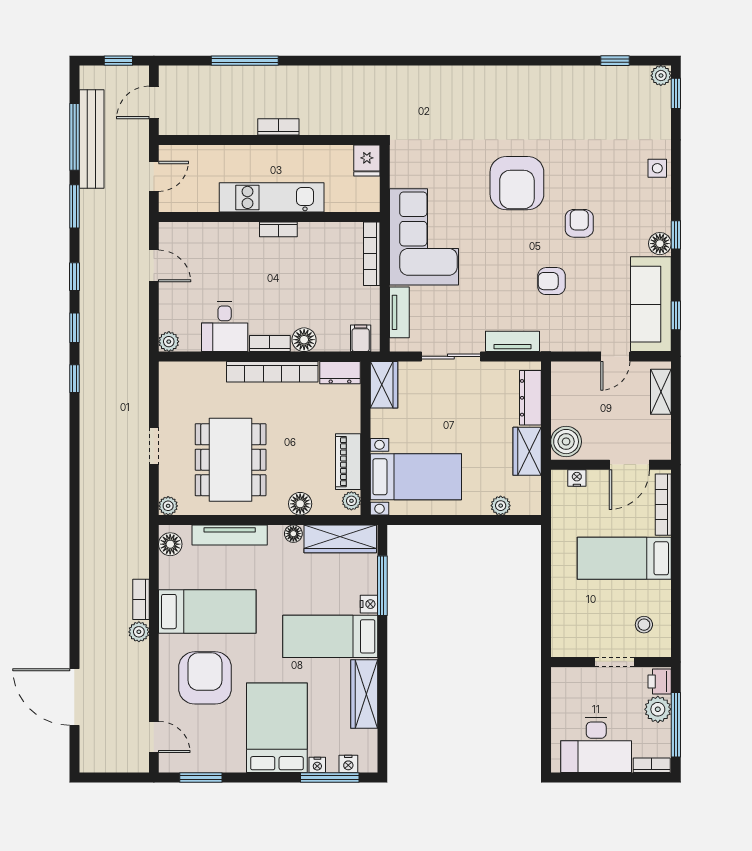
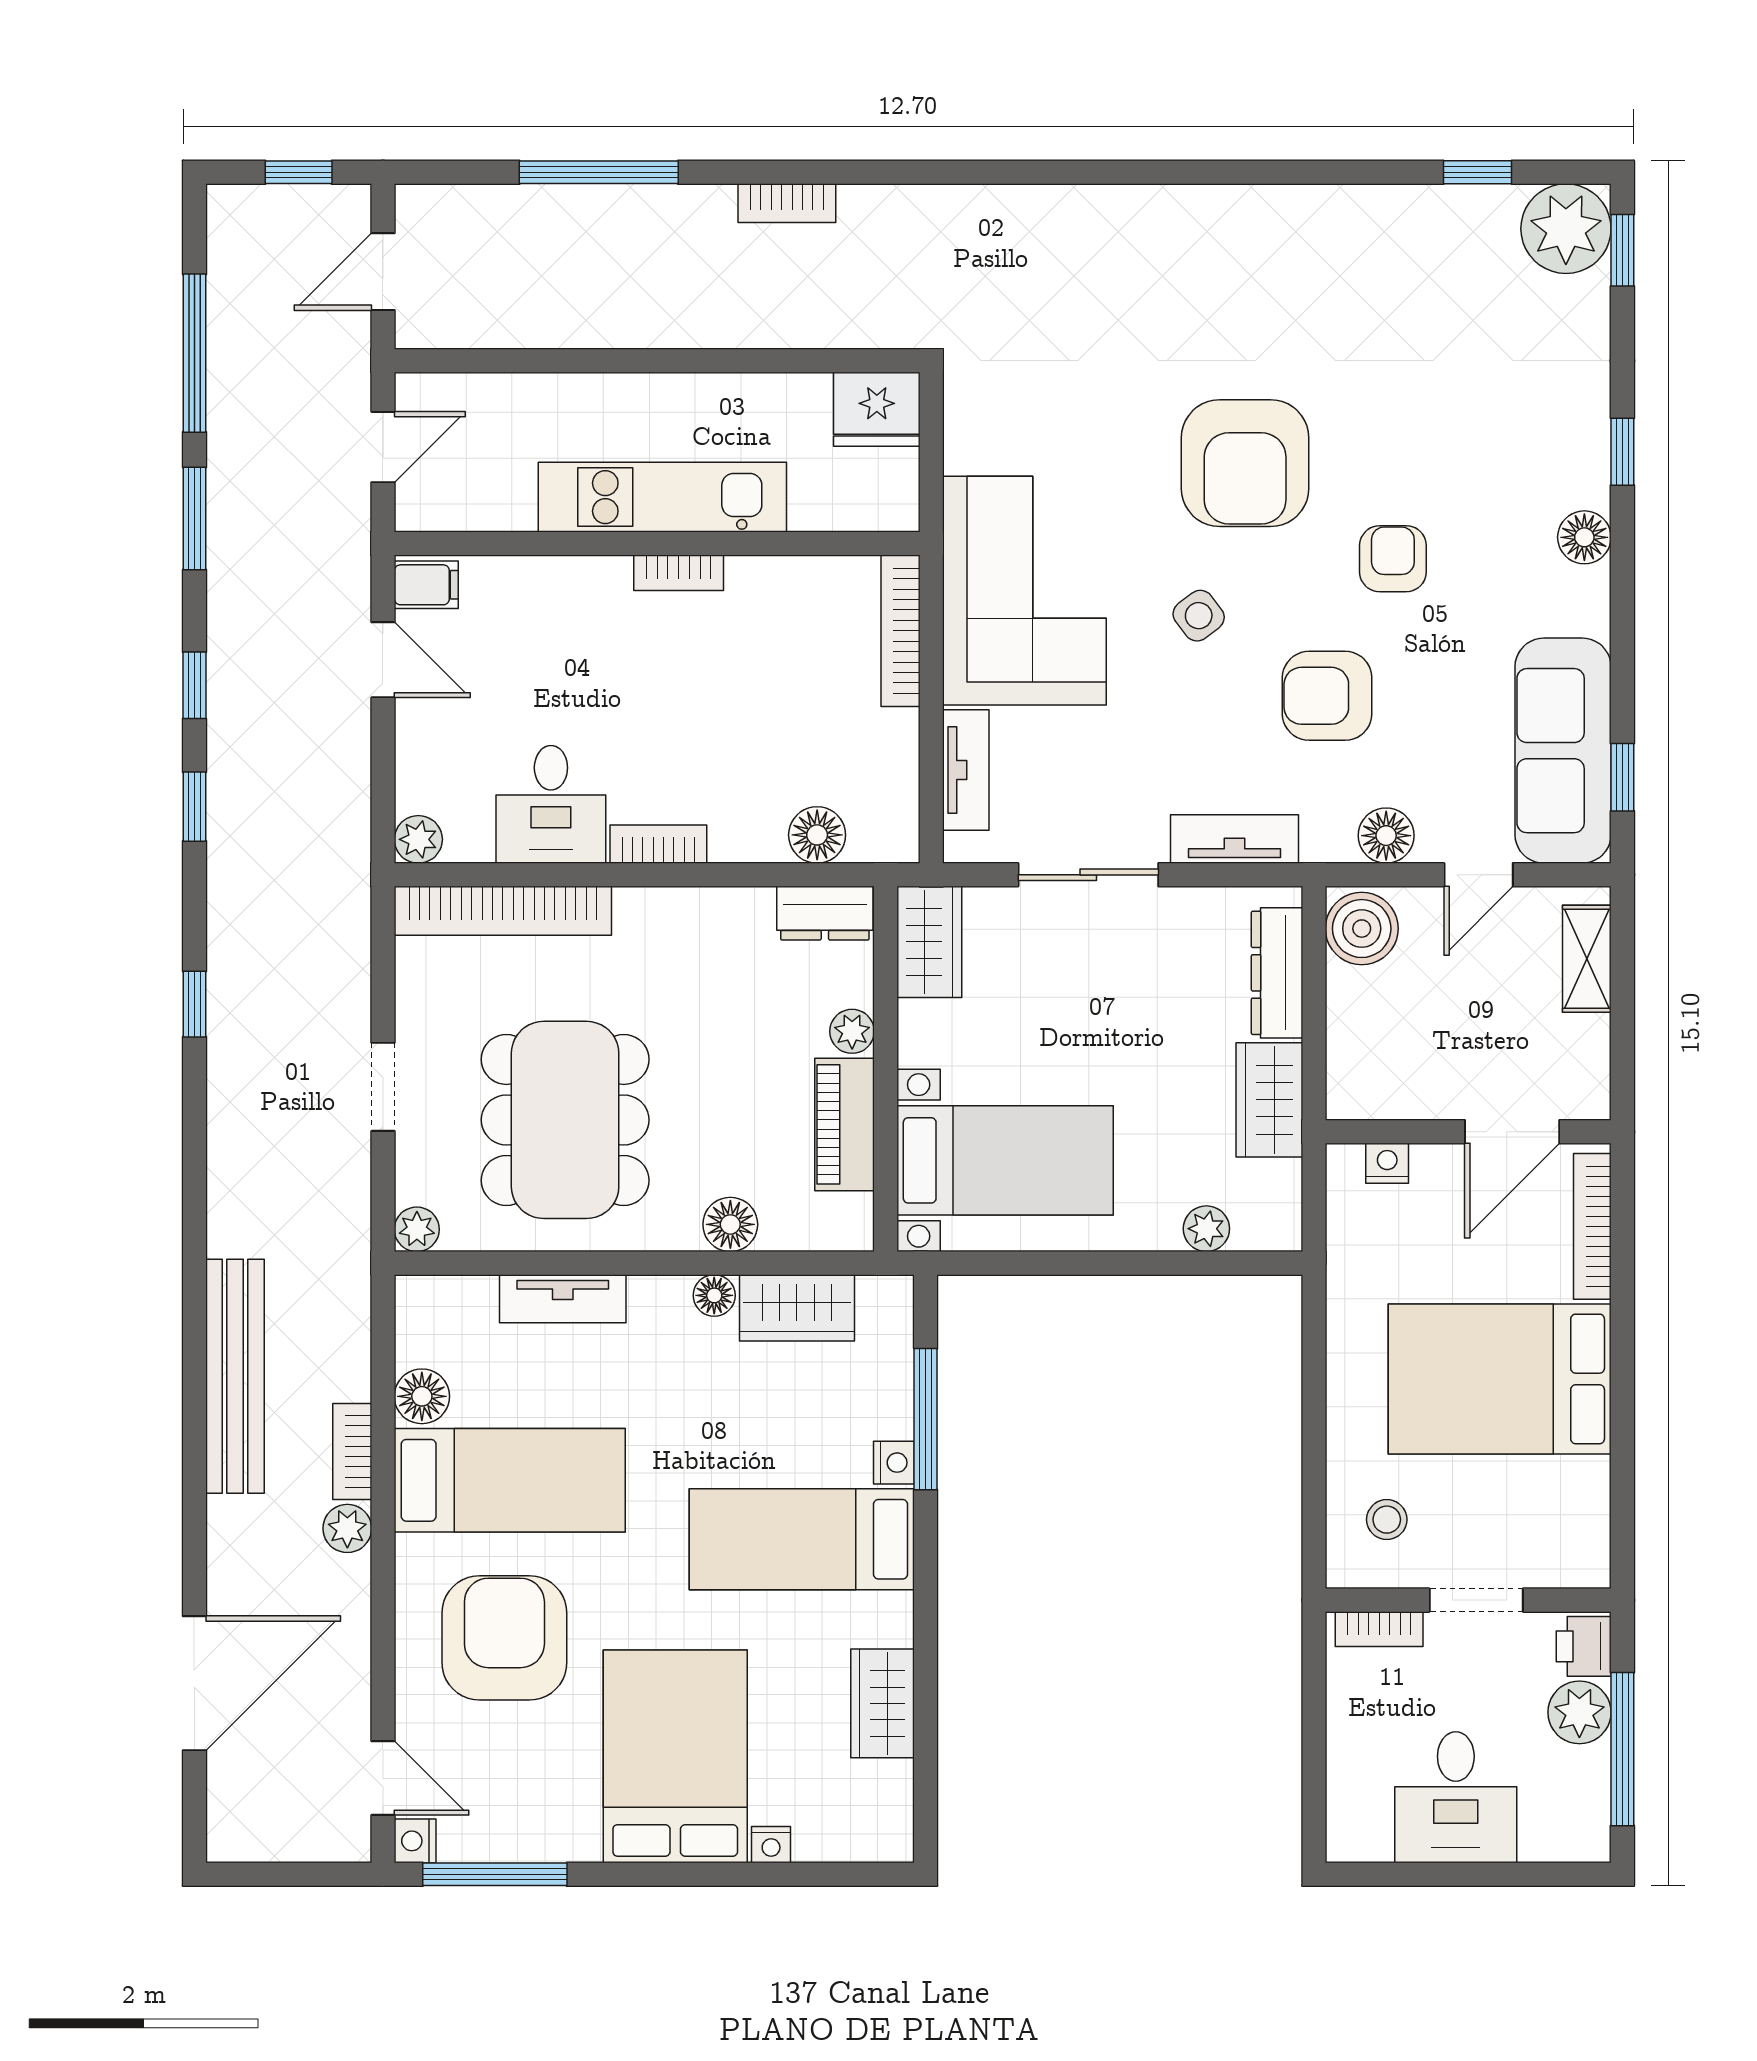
plant: (661, 76) -> (1566, 229), width x1.87, depth x1.87
bookcase: (278, 127) -> (787, 203), moved, turned 180
bench: (92, 139) -> (235, 1376), moved
fridge: (367, 160) -> (877, 409), width x1.38
side table: (657, 168) -> (1199, 616), moved, turned -37
window: (676, 235) -> (1622, 452), moved
floor lamp: (660, 244) -> (1584, 537), moved
armchair: (551, 281) -> (1327, 696), width x1.38, depth x1.38
filing cabinet: (361, 338) -> (426, 585), moved, turned 90
floor lamp: (304, 340) -> (817, 835), moved
floor lamp: (576, 340) -> (1386, 836), added
bookcase: (272, 372) -> (503, 911), moved
window: (74, 379) -> (194, 1004), moved
boiler: (566, 442) -> (1362, 929), moved
plant: (351, 501) -> (852, 1031), moved
tv unit: (230, 535) -> (563, 1299), width x0.71
wardrobe: (340, 539) -> (797, 1308), width x0.67
floor lamp: (170, 544) -> (422, 1396), moved
bed: (624, 558) -> (1500, 1379), width x1.50
stool: (644, 625) -> (1387, 1520), moved
wardrobe: (364, 694) -> (883, 1703), width x0.67
door: (74, 697) -> (194, 1683), swing flipped
desk: (596, 745) -> (1456, 1797), width x0.73
nightstand: (348, 764) -> (415, 1841), moved, turned 90
bookcase: (652, 765) -> (1379, 1629), moved, turned 180
window: (201, 777) -> (495, 1874), width x1.44
window: (330, 777) -> (801, 1874), removed

